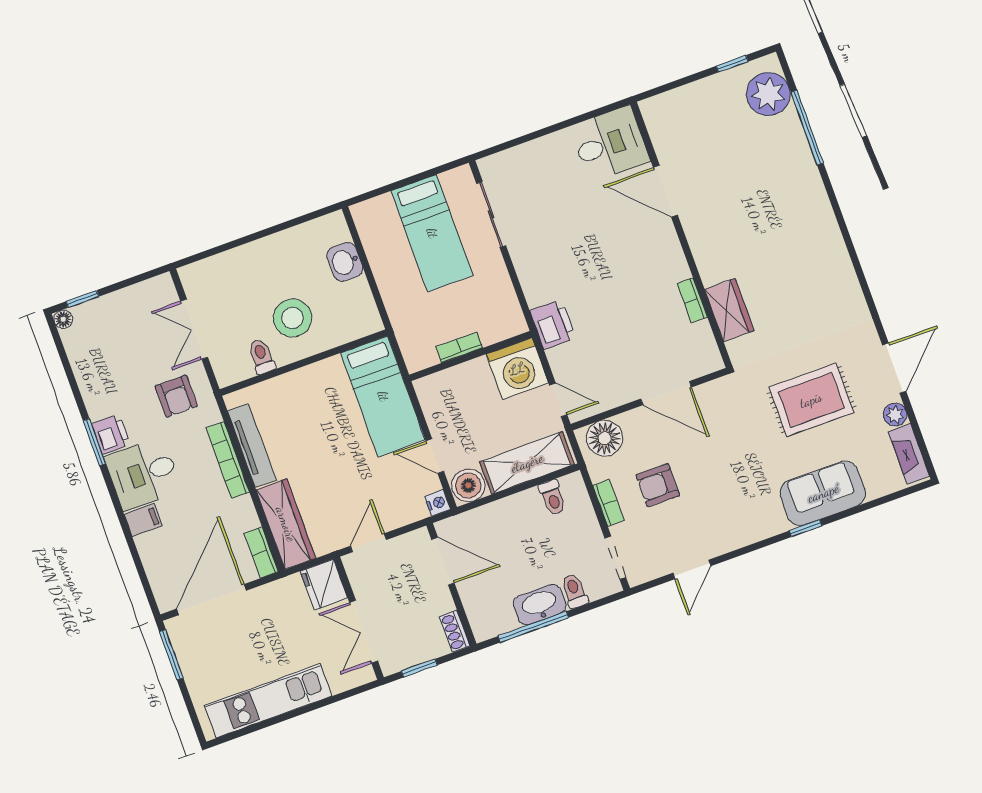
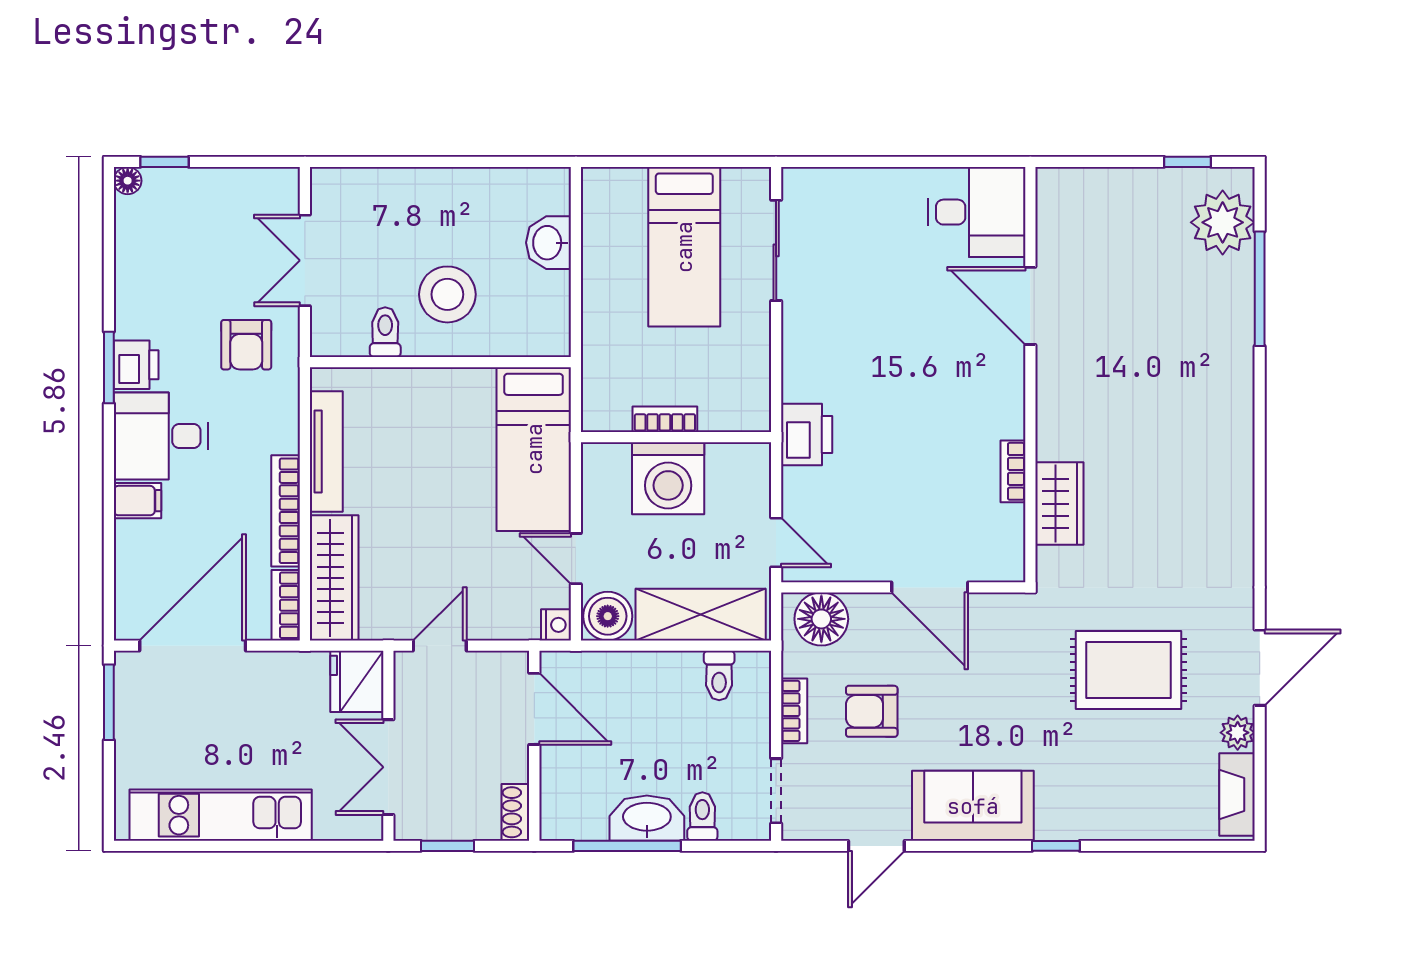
washing machine: (517, 369) -> (668, 478), moved
bookcase: (228, 460) -> (286, 511), moved
sofa: (823, 493) -> (973, 806), moved

